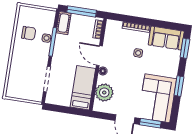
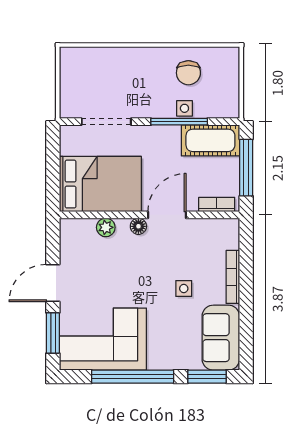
cot: (63, 23) -> (210, 140), width x1.37, depth x1.34
window: (179, 86) -> (133, 377), width x2.11
bed: (83, 88) -> (100, 184), width x1.50
plant: (104, 93) -> (106, 227), width x0.53, depth x0.53

